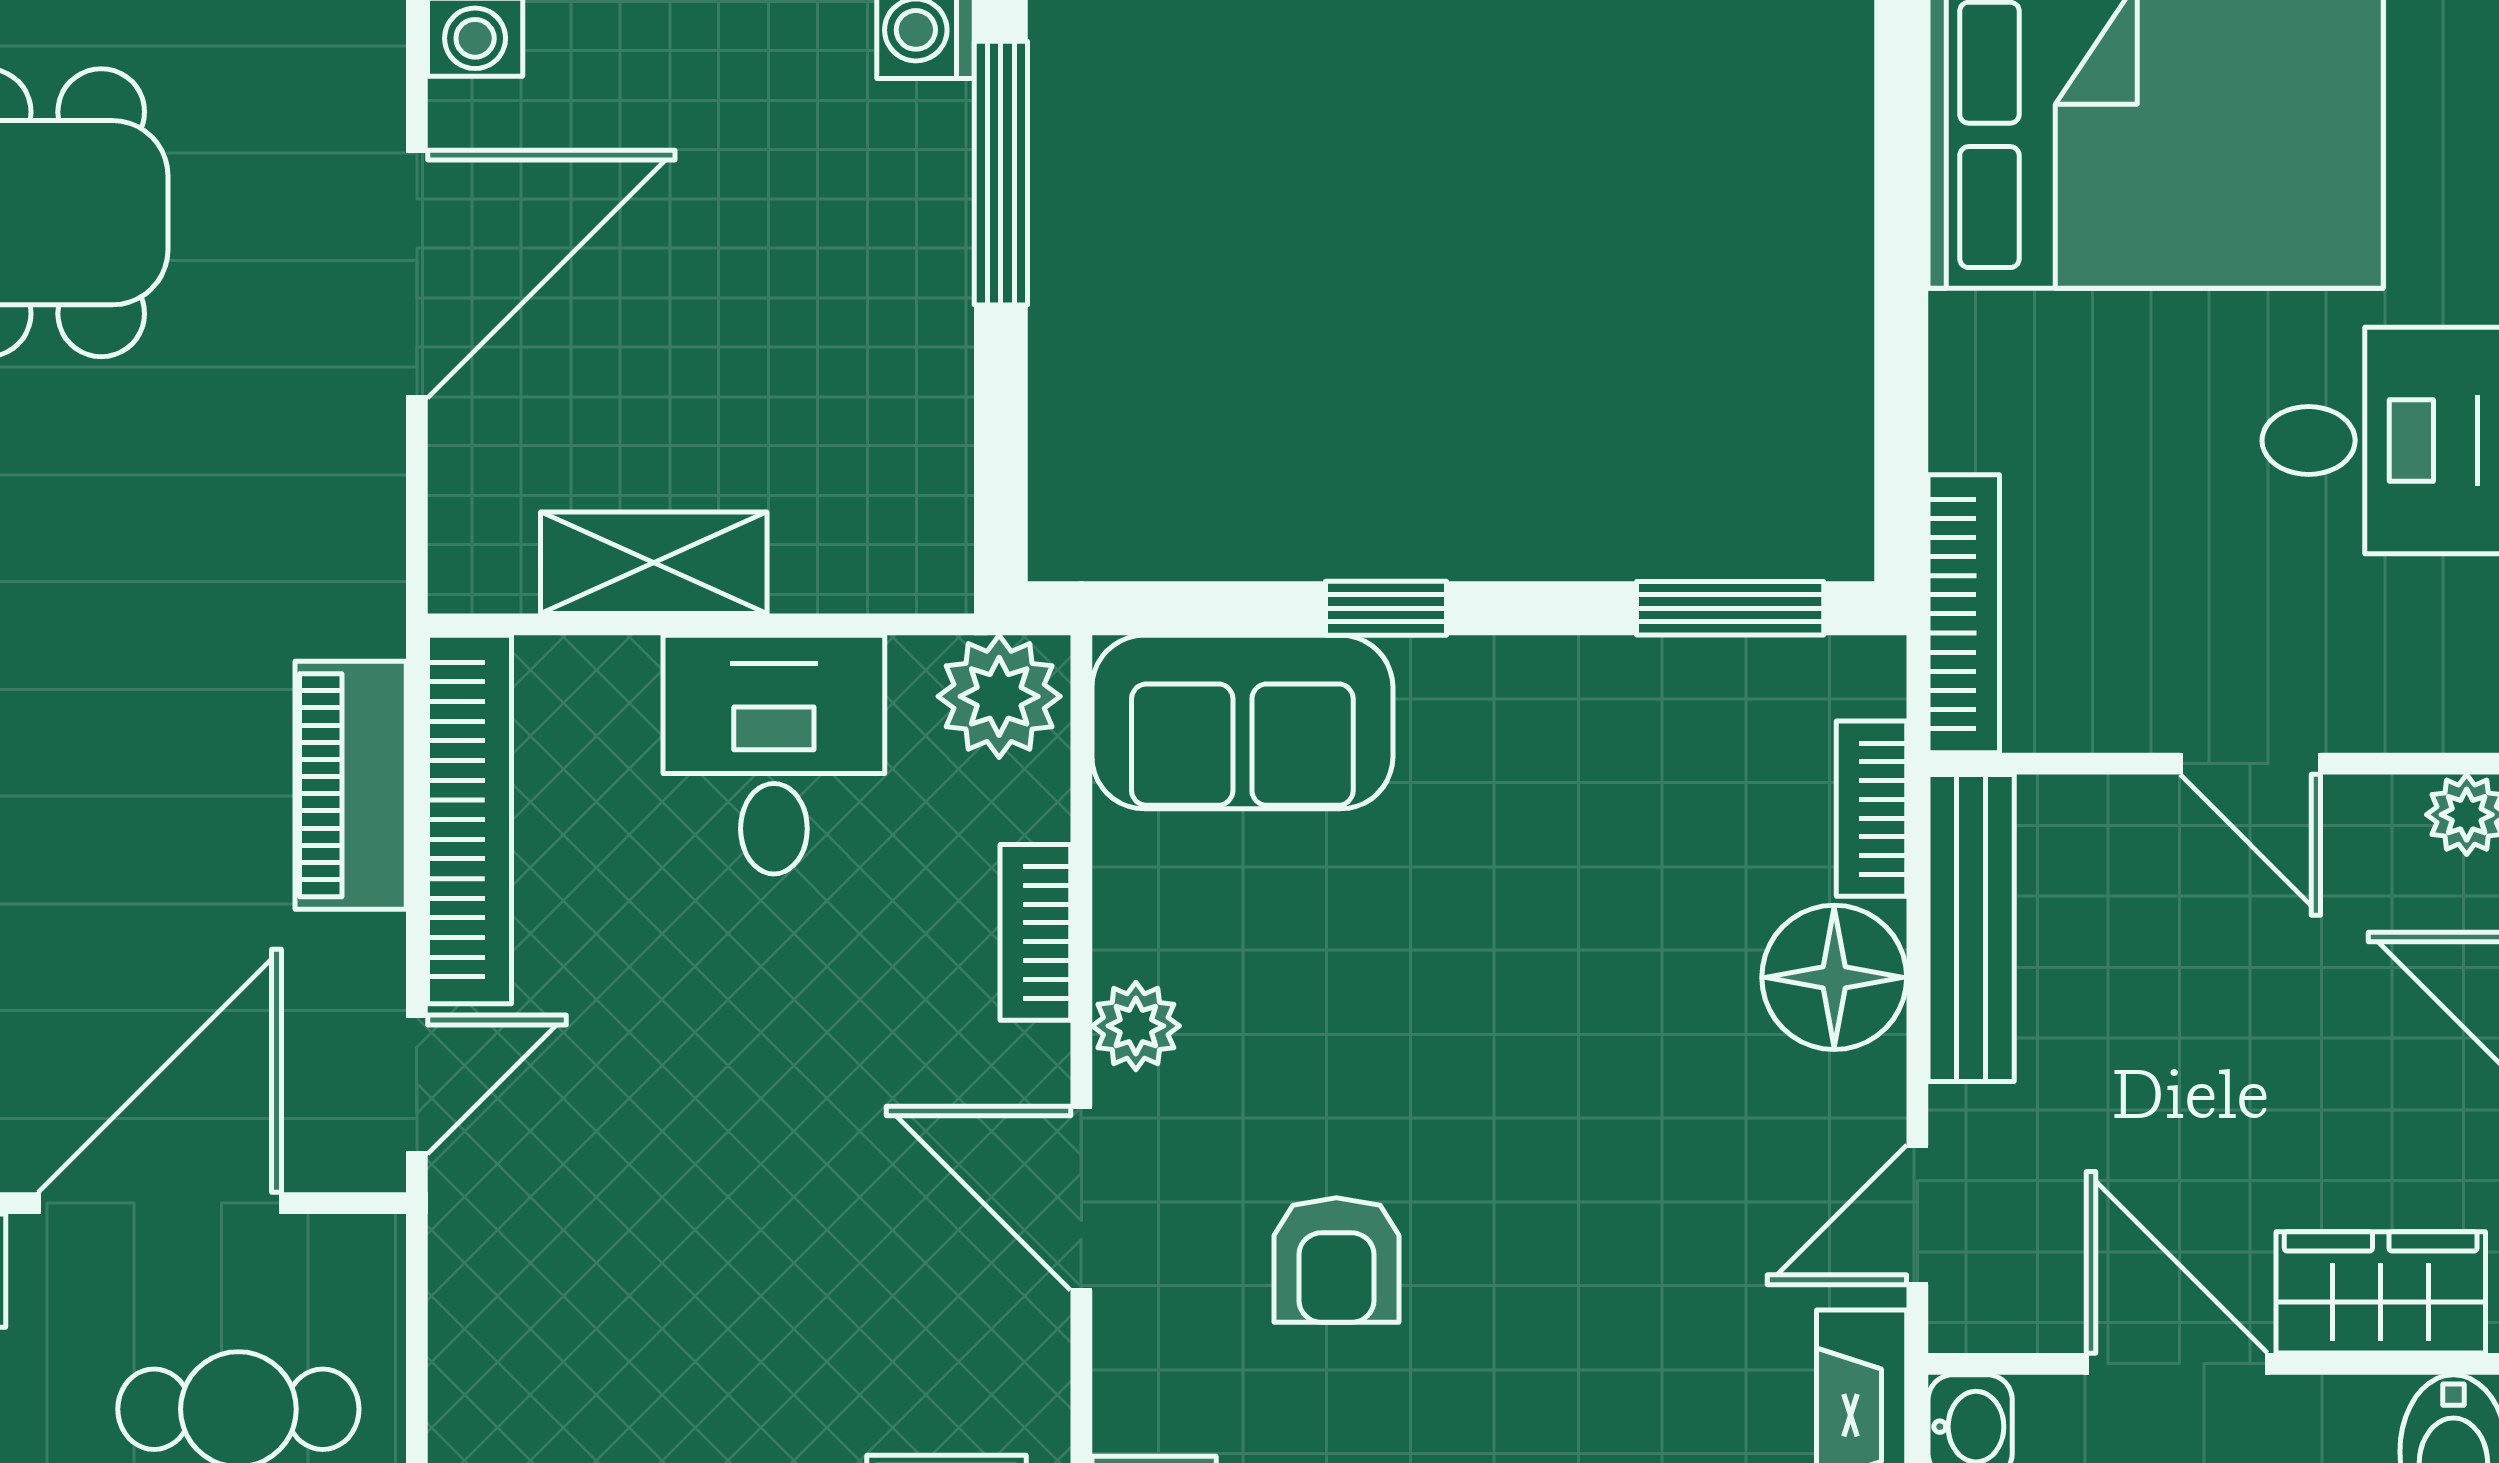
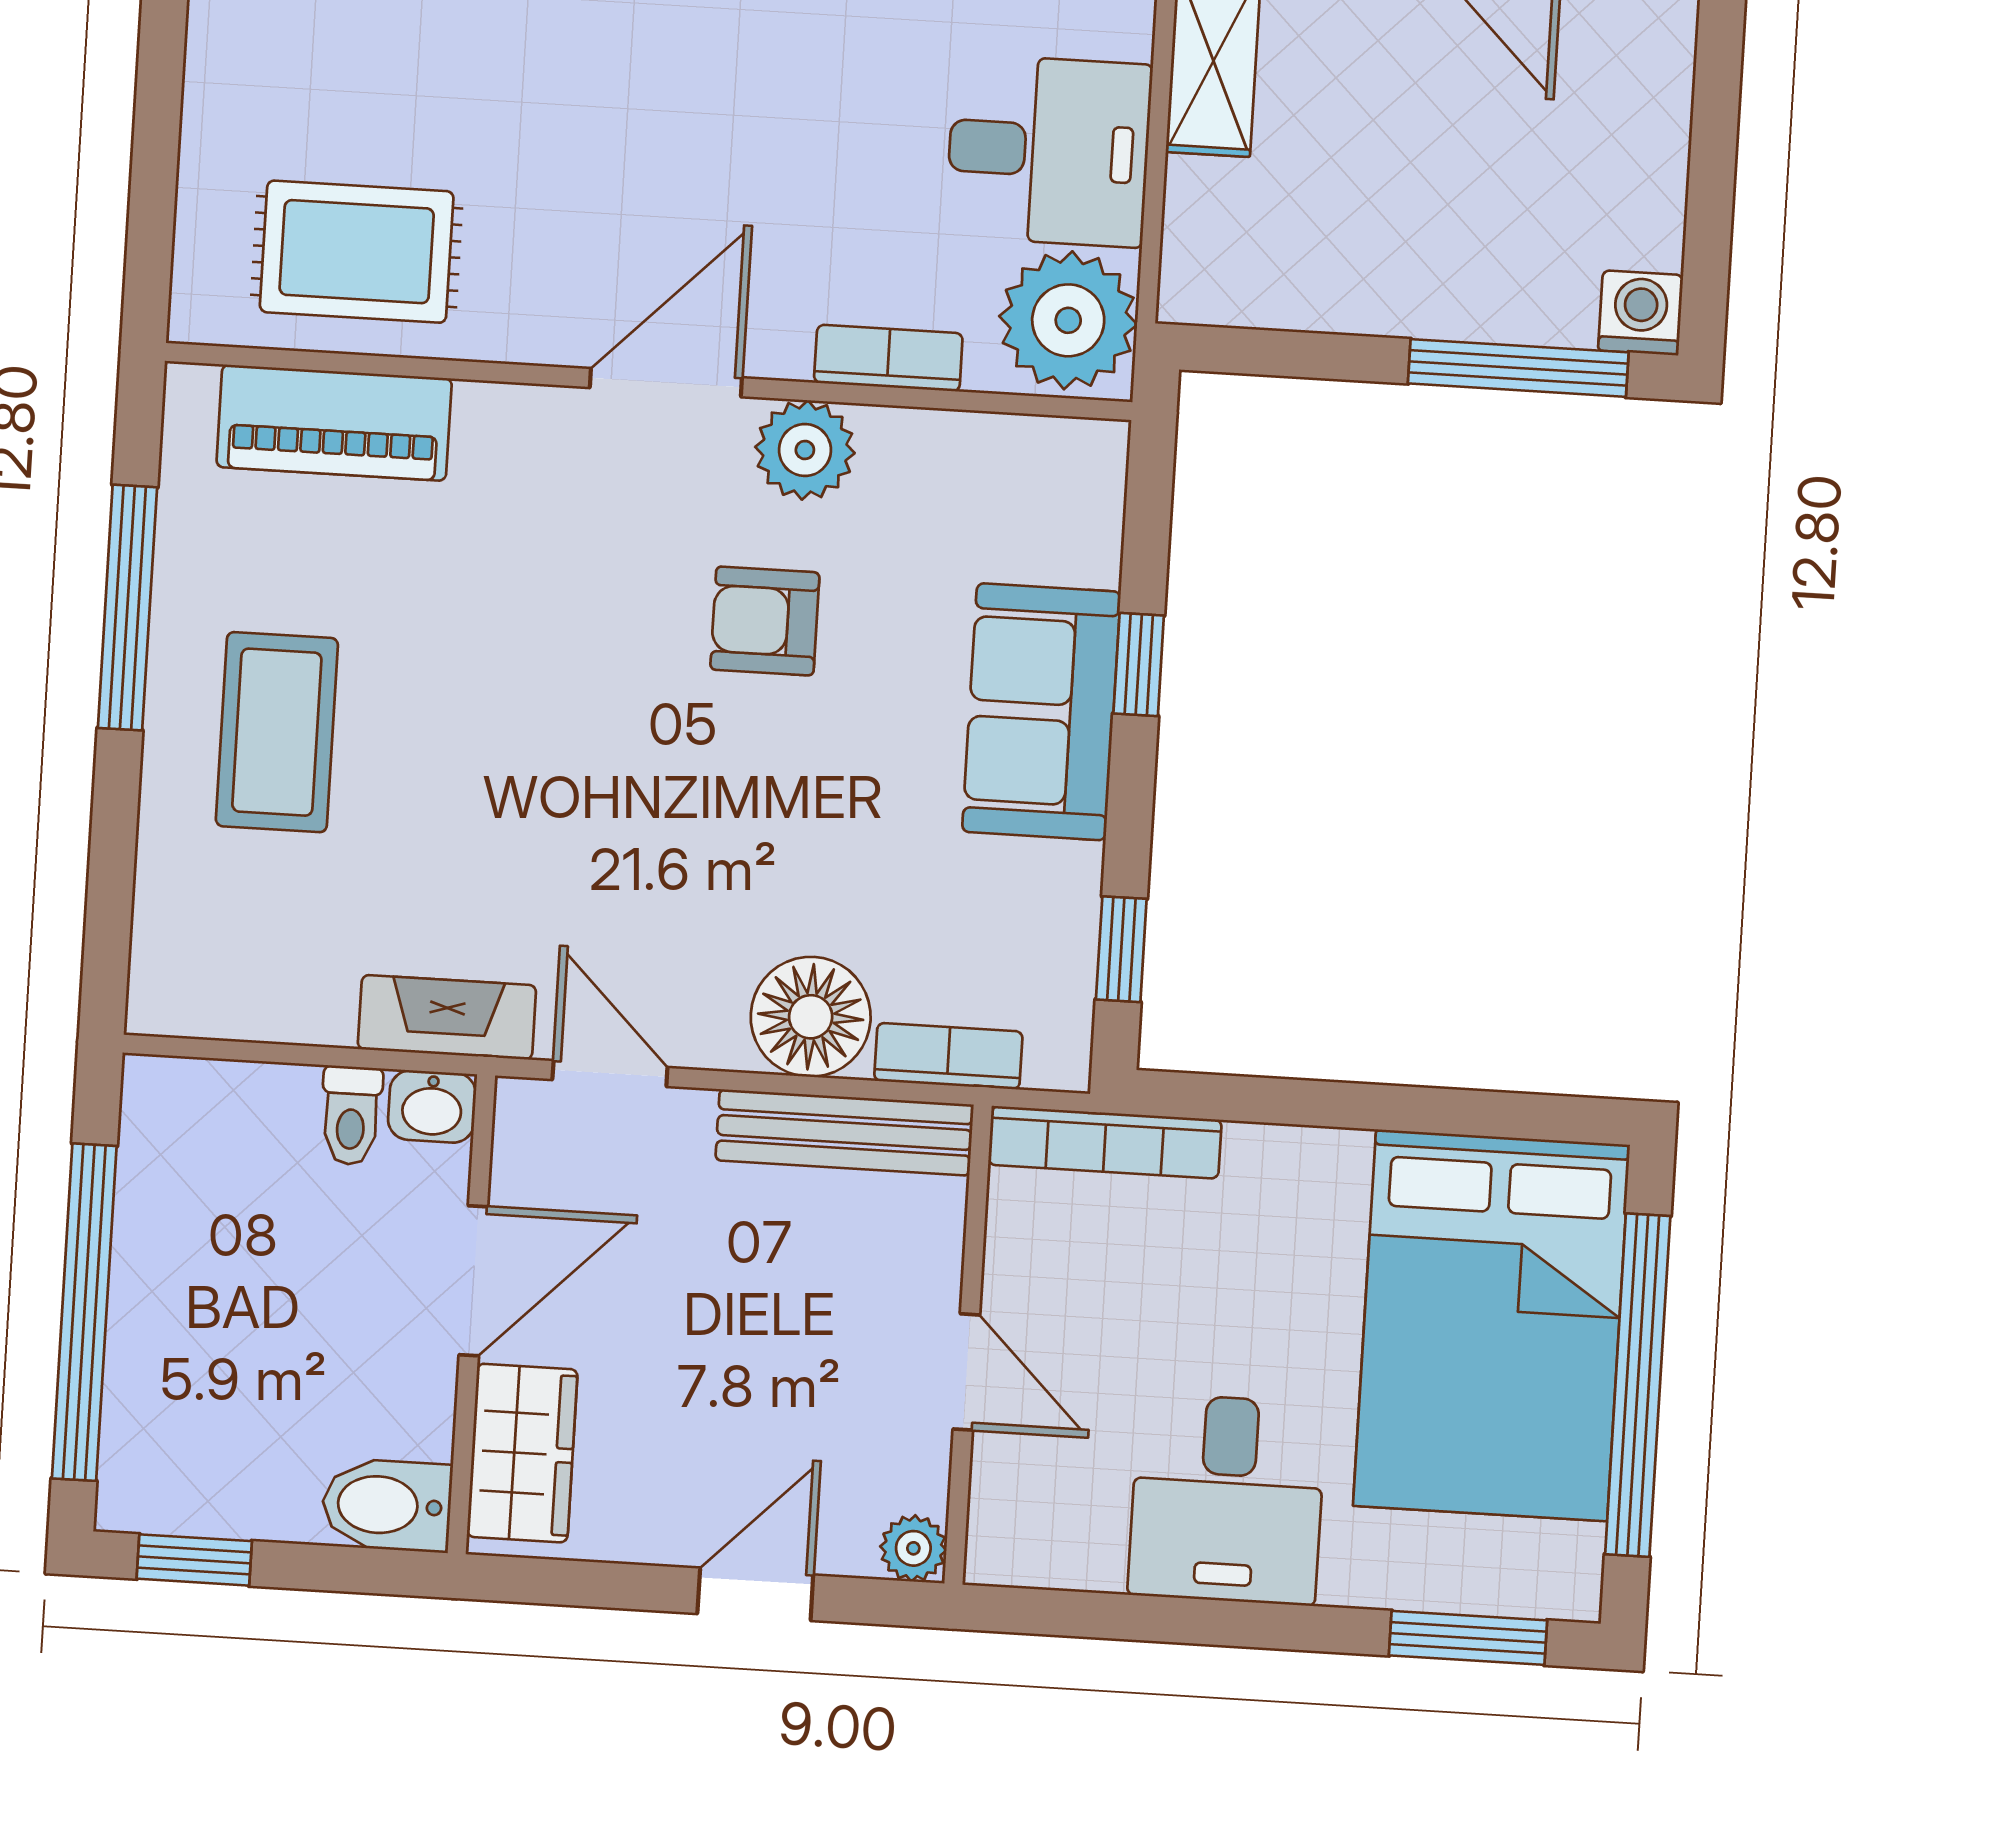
window: (1730, 608) -> (1121, 949), width x0.67
plant: (999, 696) -> (1068, 320), width x1.36, depth x1.36
sofa: (1242, 722) -> (1041, 712), moved
door: (2250, 764) -> (966, 1372), swing flipped
plant: (1136, 1026) -> (805, 450), width x1.38, depth x1.38
armchair: (1336, 1260) -> (765, 621), moved

